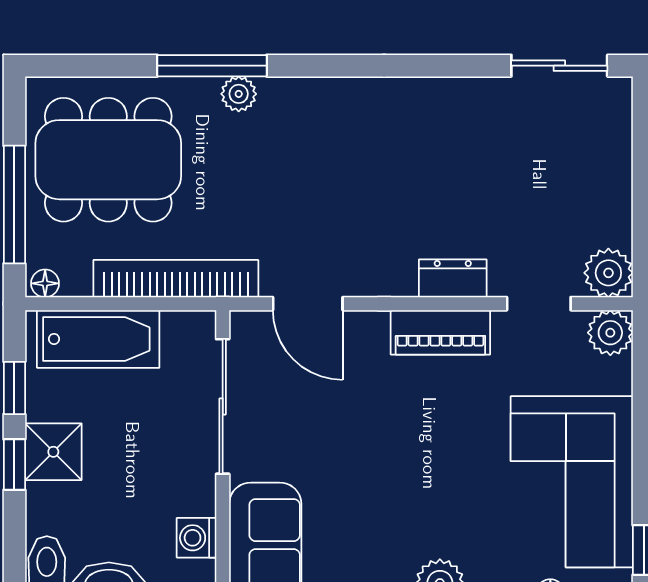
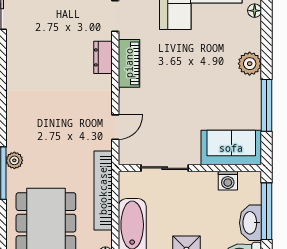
door: (308, 304) -> (115, 127), width x0.73
sliding door: (223, 406) -> (165, 168), width x0.73

